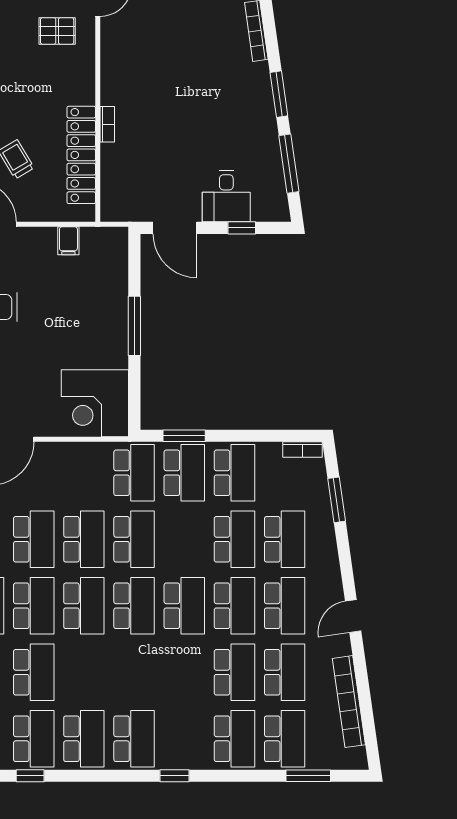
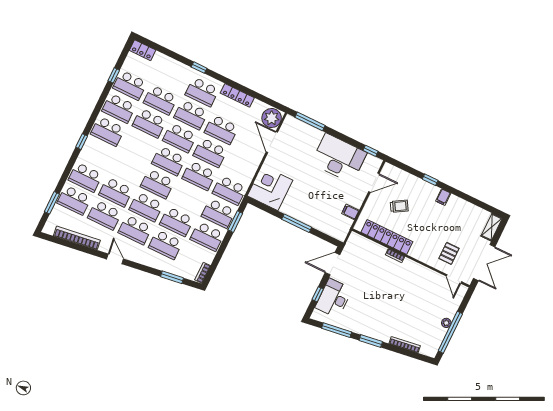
desk: (226, 196) -> (334, 298), width x1.37
school desk: (84, 672) -> (149, 123), added

